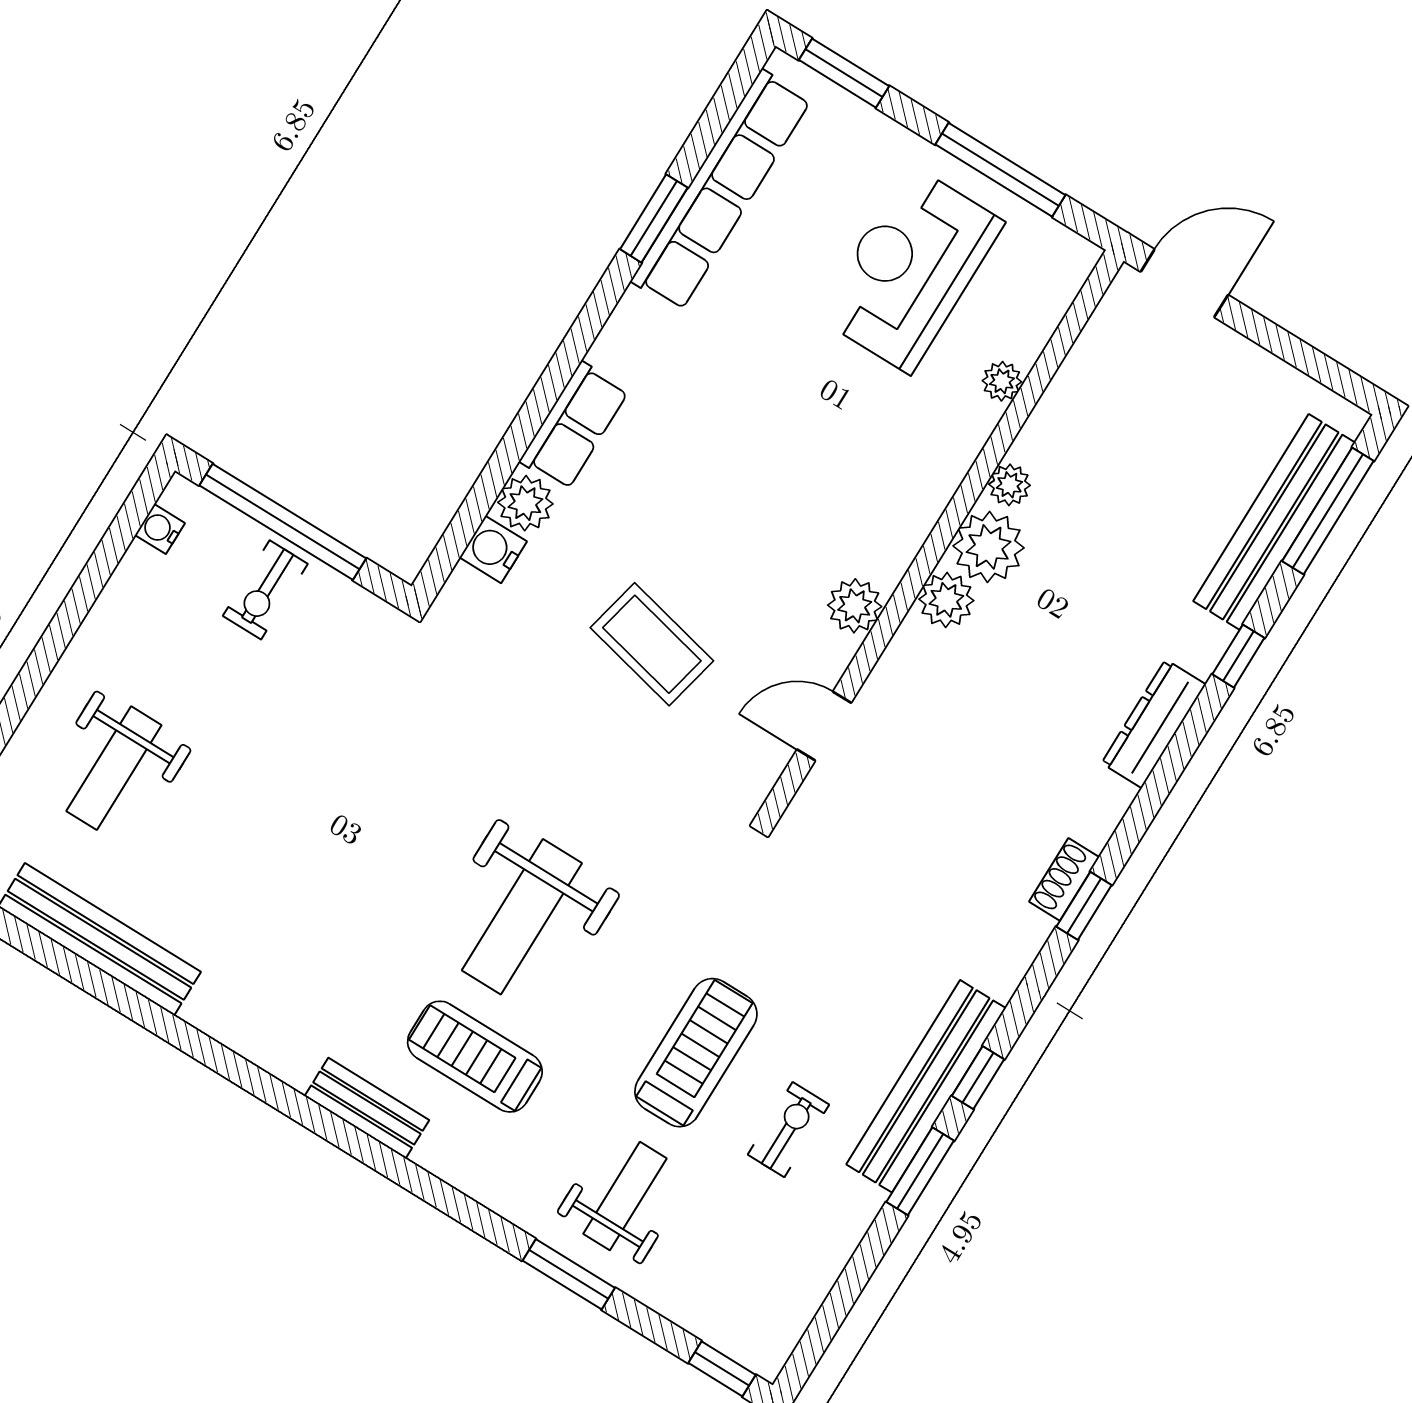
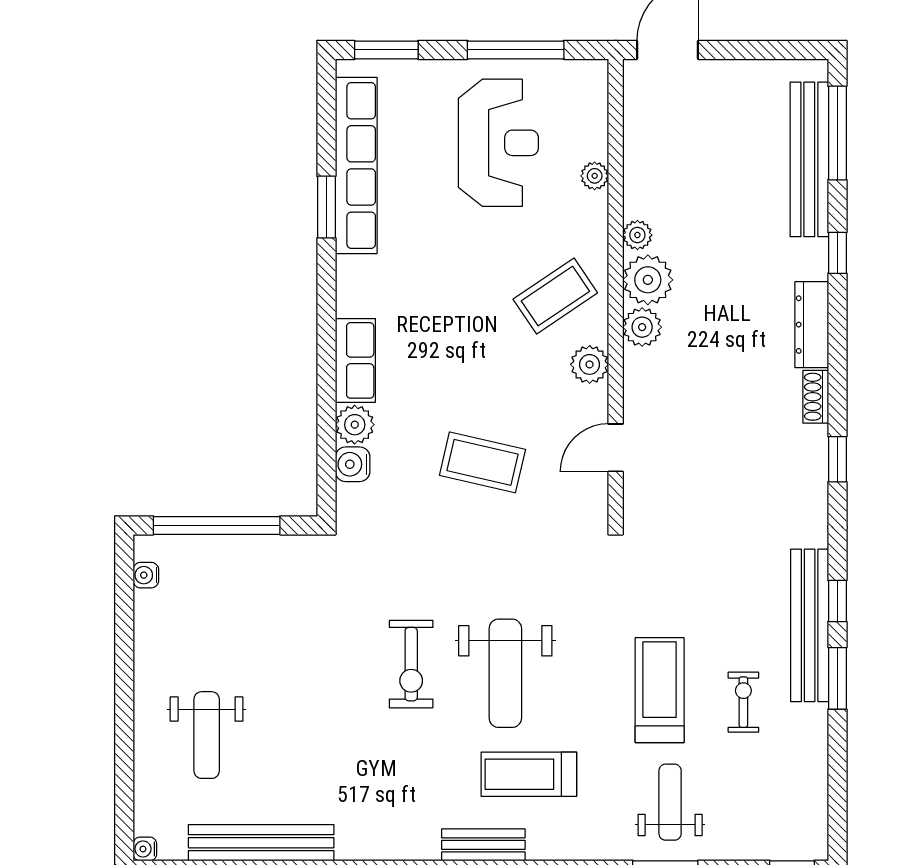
reception desk: (910, 269) -> (498, 143), turned 180
coffee table: (864, 497) -> (555, 296), added
exercise bike: (265, 590) -> (411, 664), moved, width x1.38, depth x1.39
shoe rack: (1064, 879) -> (816, 397), moved

